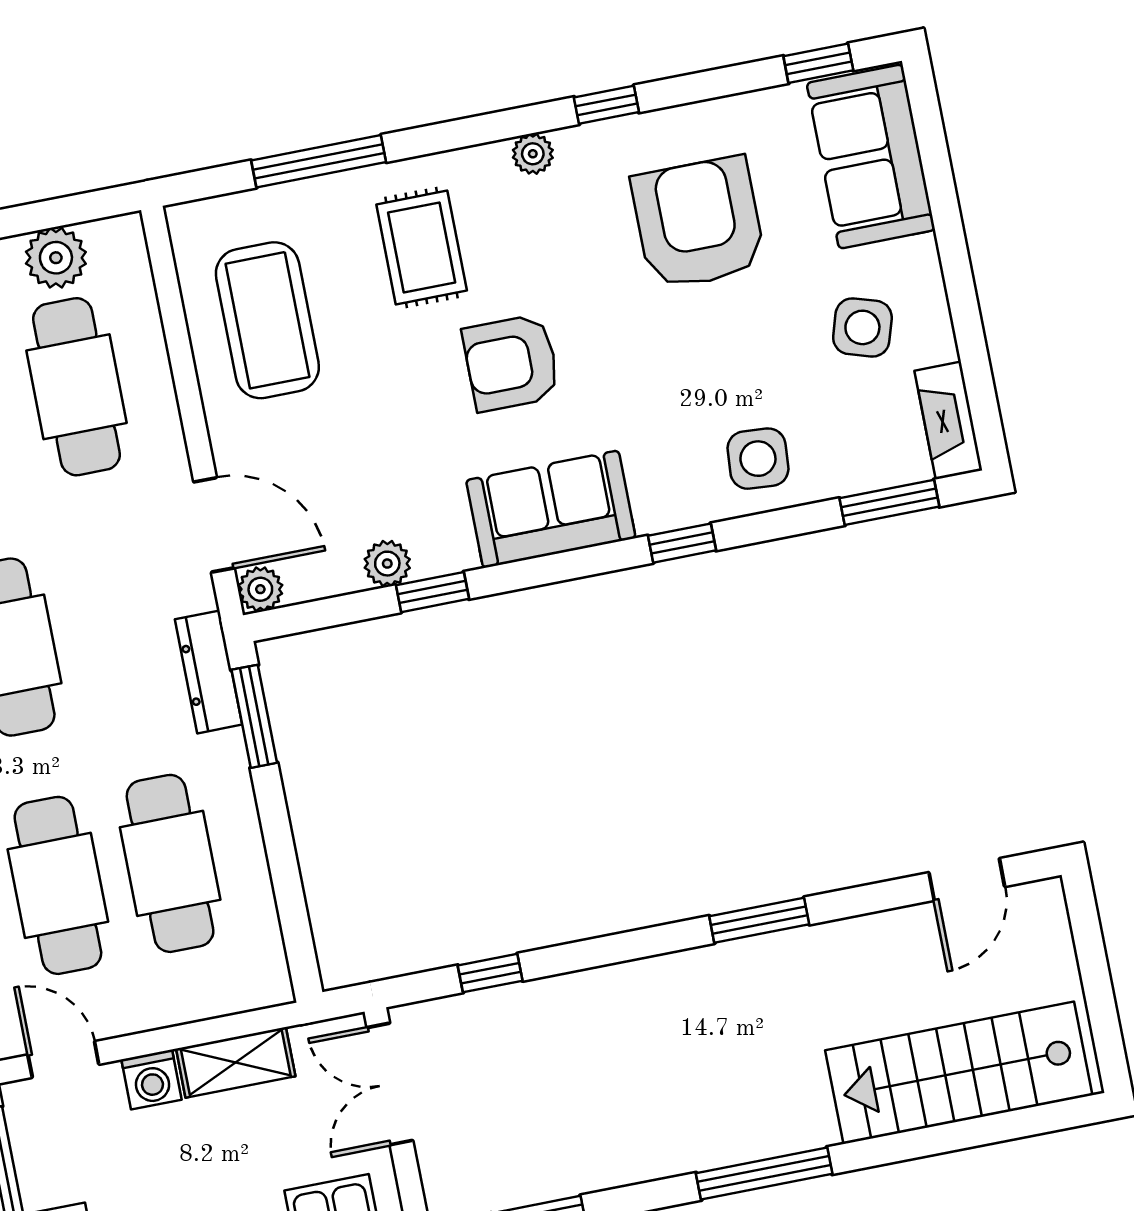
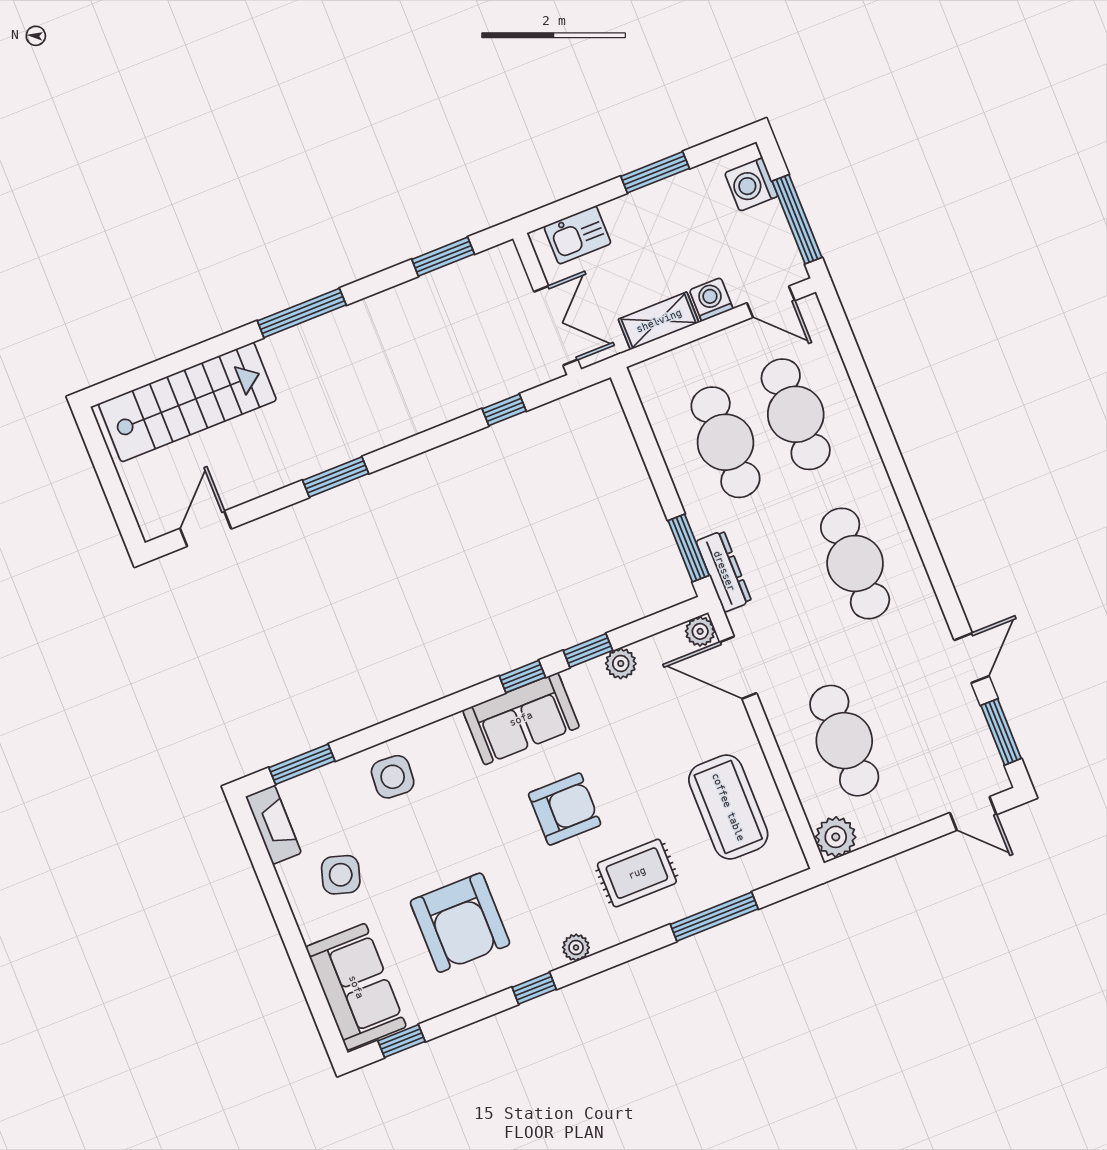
rug: (422, 247) -> (637, 873), turned 90
plant: (56, 258) -> (836, 837), moved
window: (682, 543) -> (522, 677), moved

